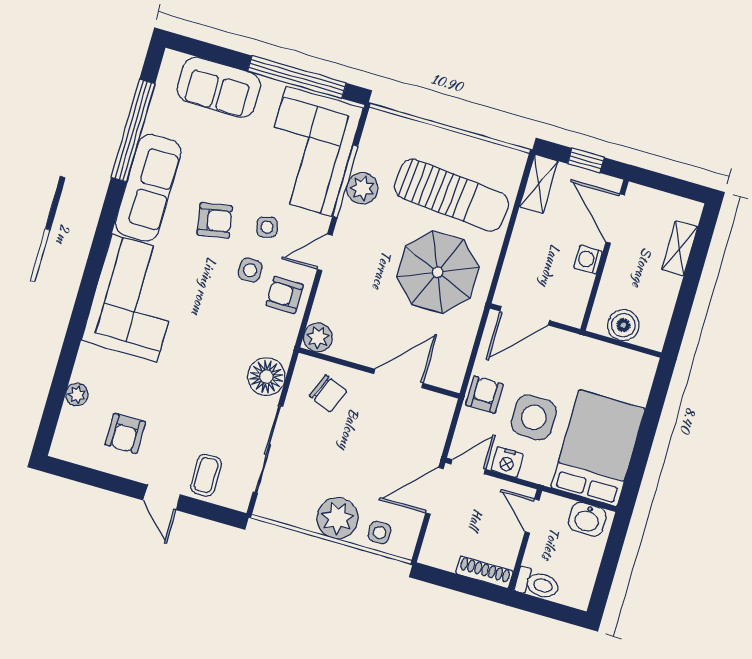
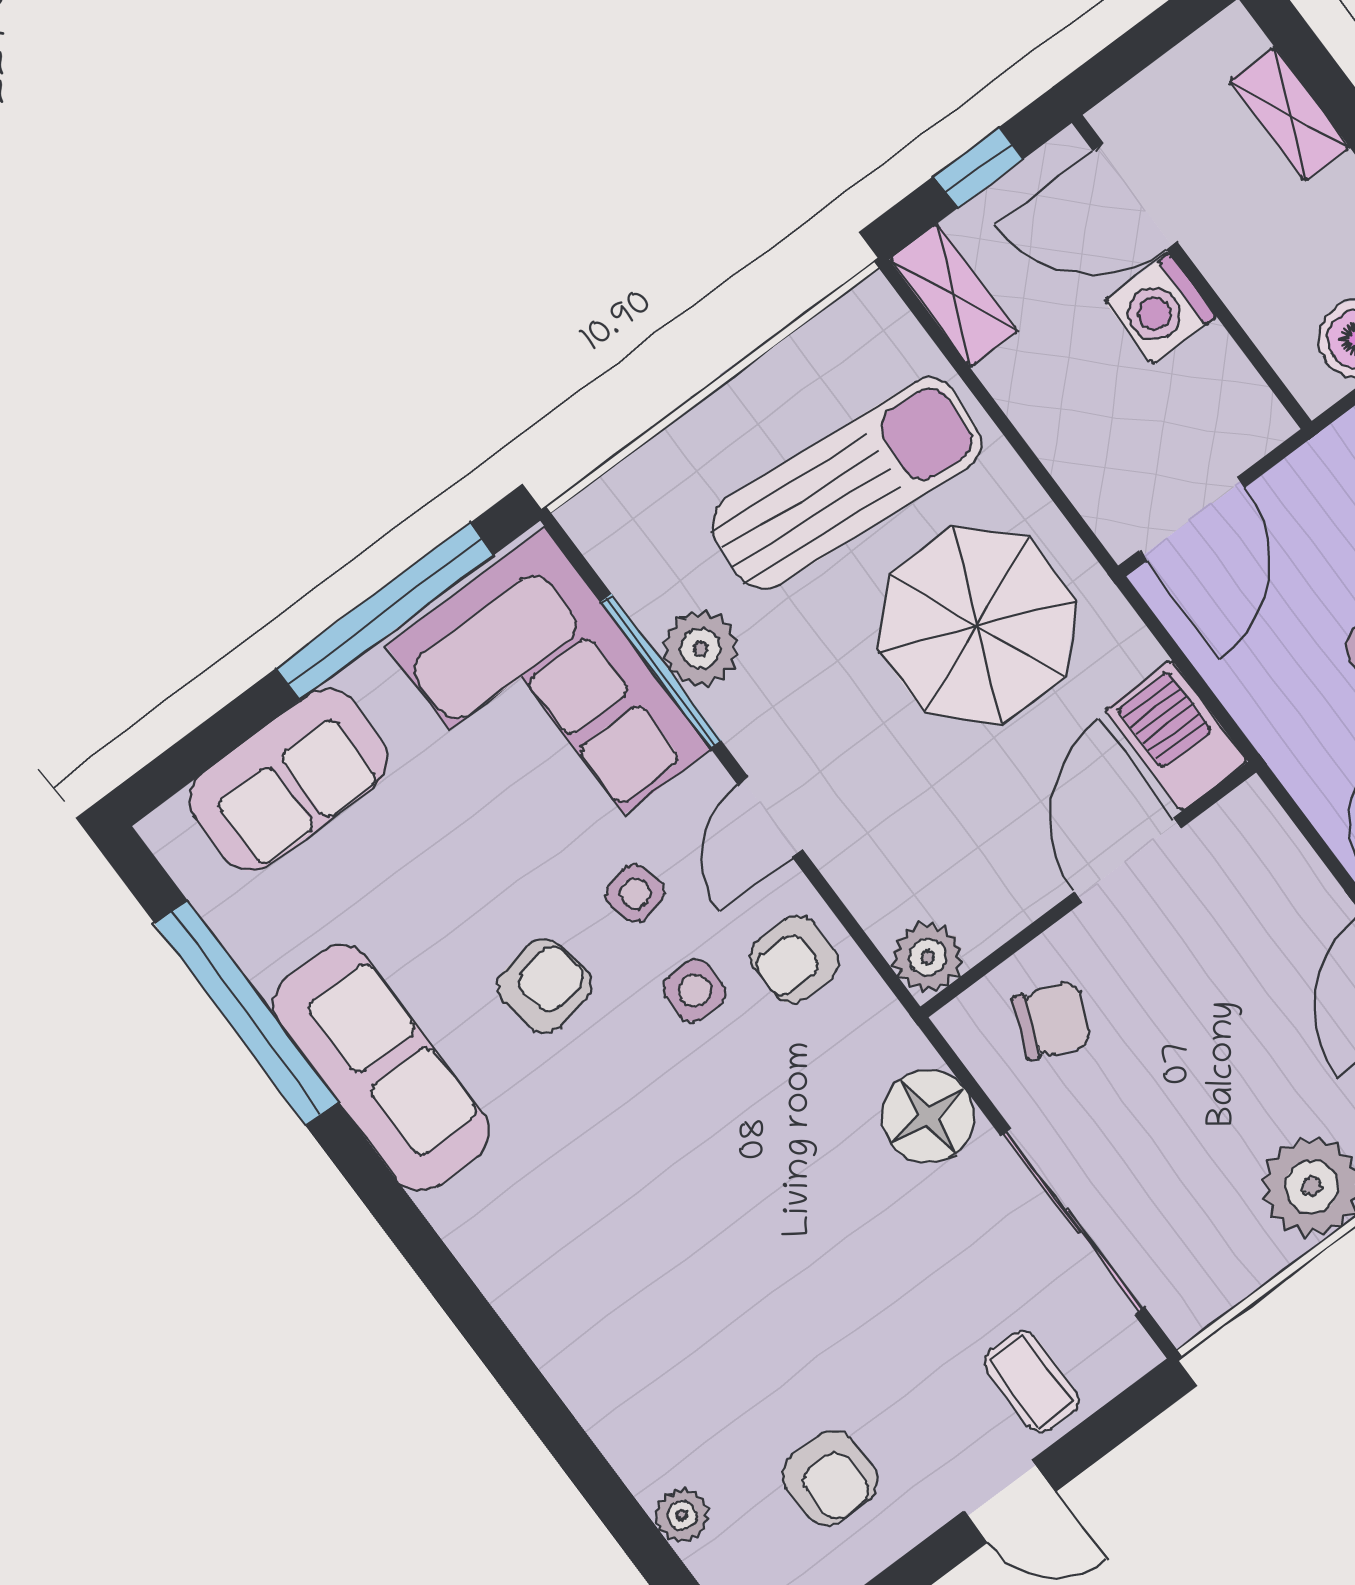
washing machine: (588, 260) -> (1160, 309), width x1.38, depth x1.38
corner sofa: (134, 298) -> (577, 1259), removed
barbecue: (451, 364) -> (1176, 735), added
armchair: (484, 395) -> (1287, 715), removed

